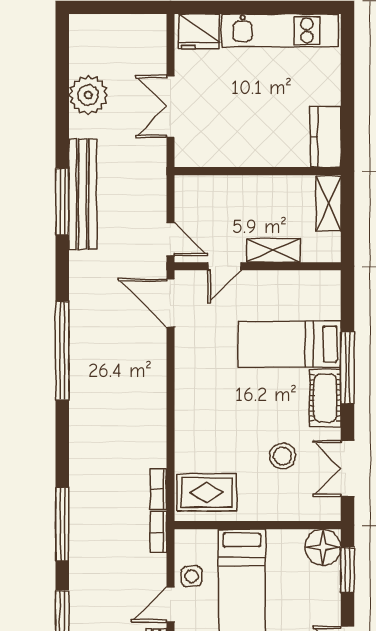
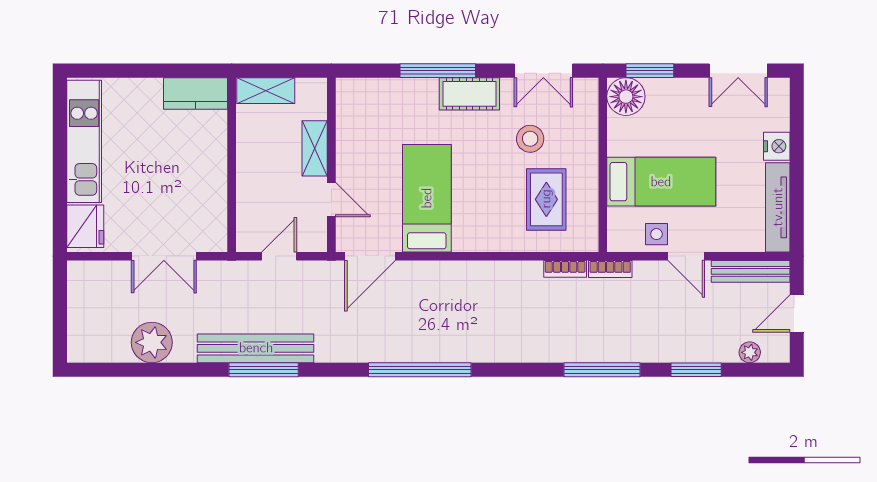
door: (171, 239) -> (279, 256), moved
bed: (290, 344) -> (427, 198), moved, turned 180
rug: (207, 492) -> (546, 199), moved

